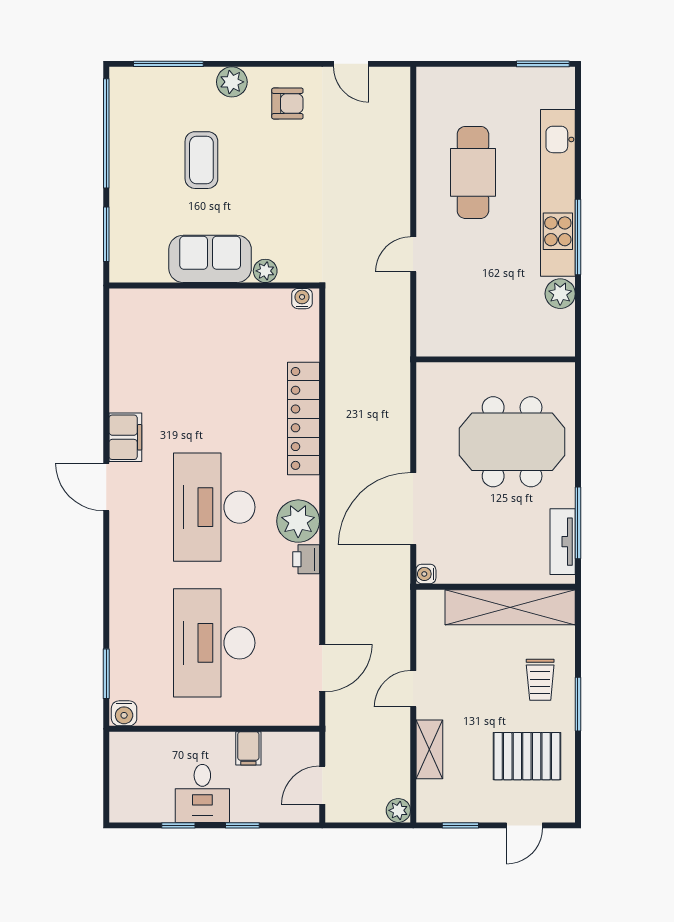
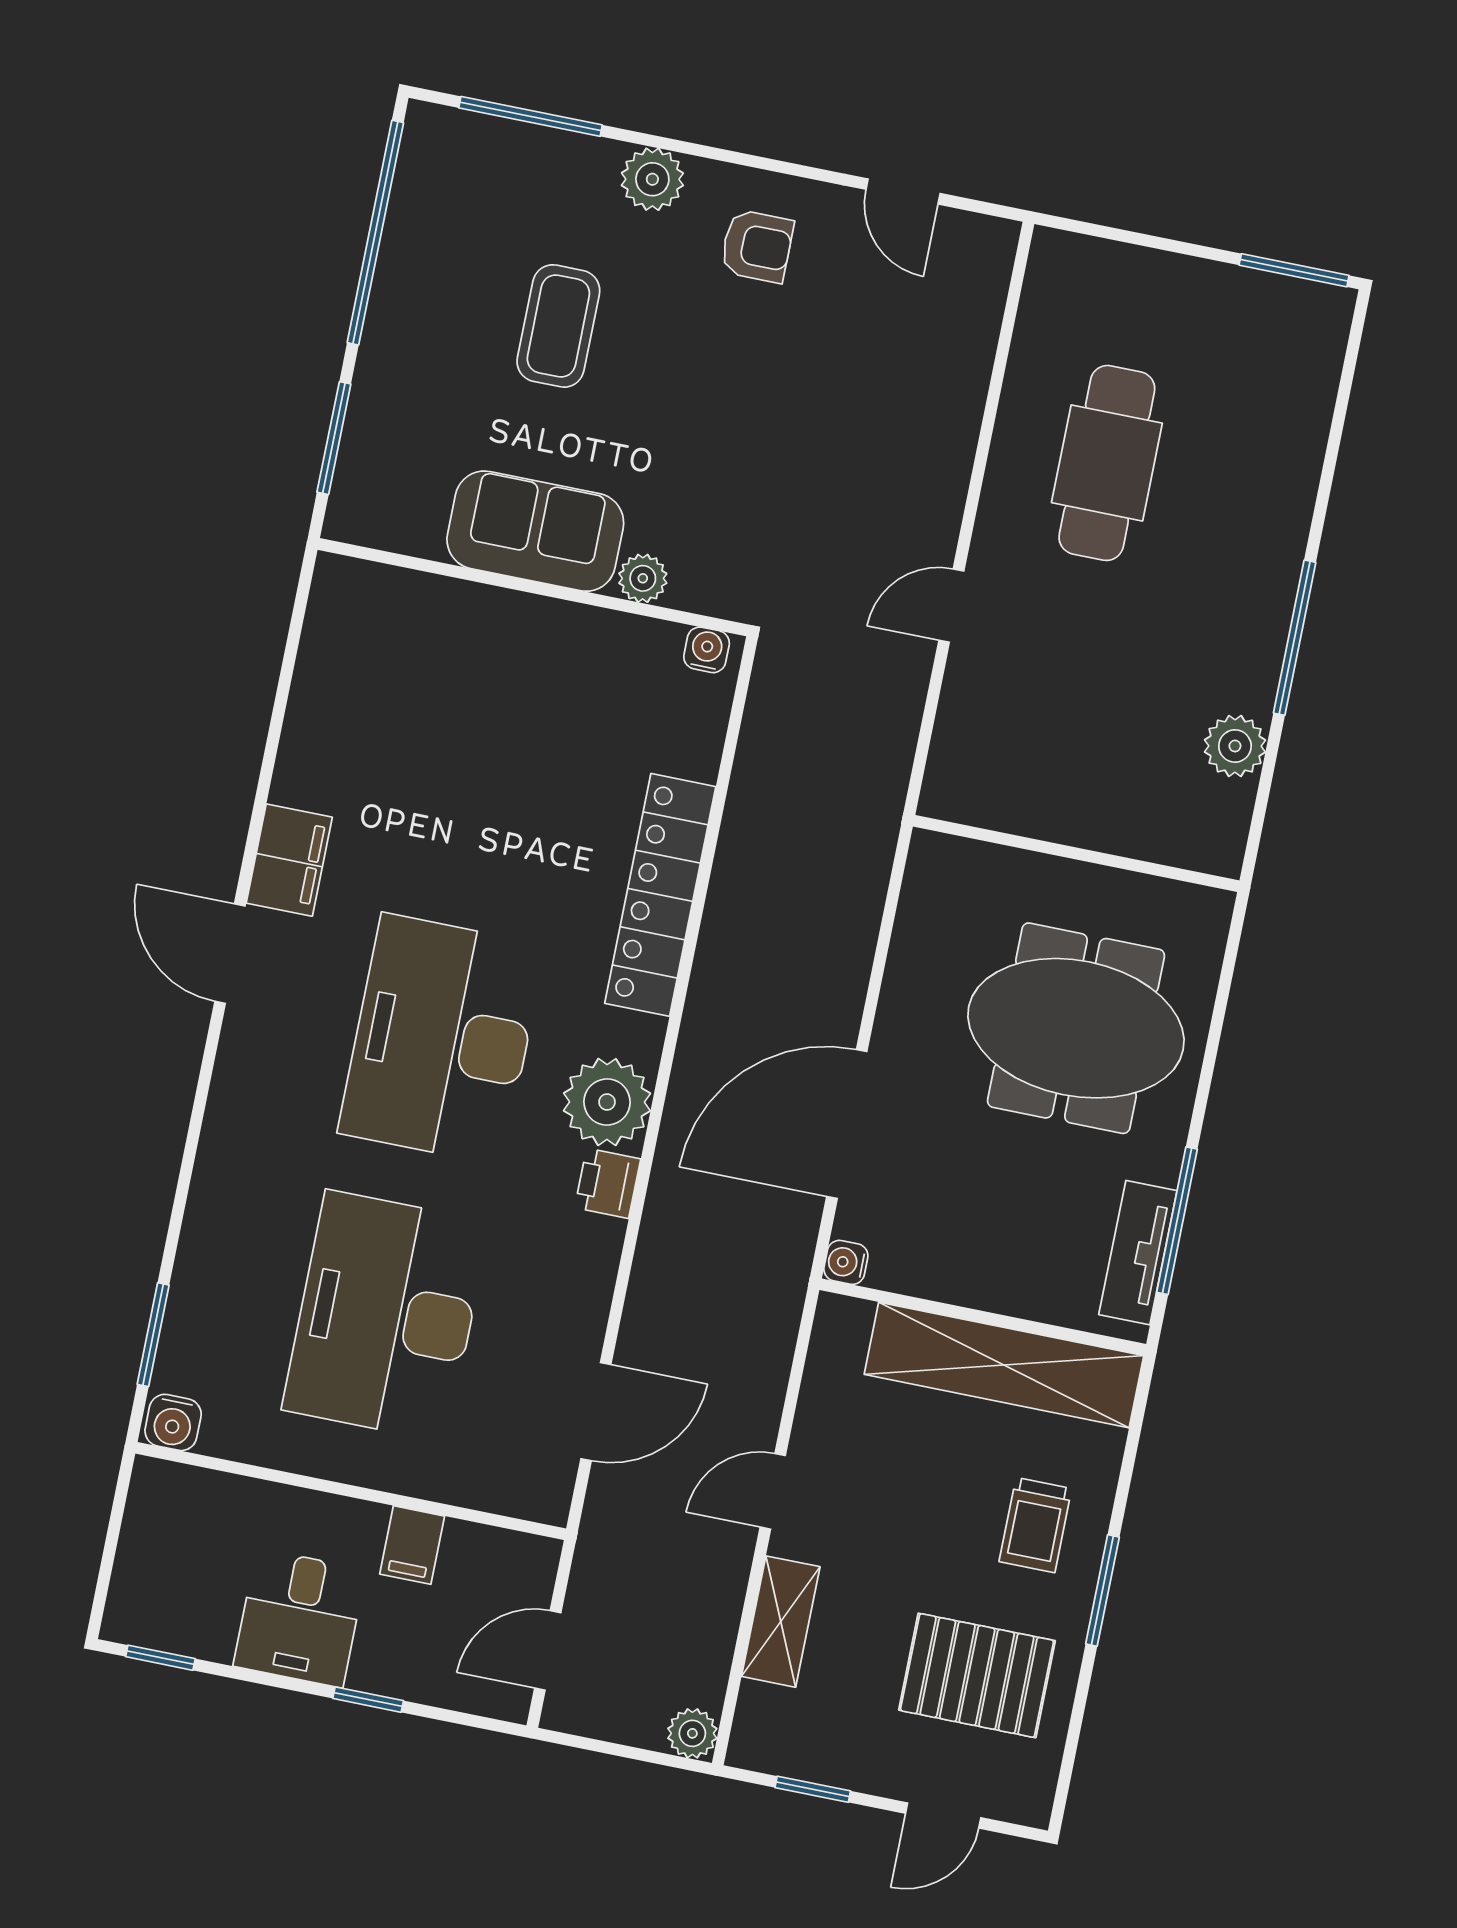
kitchen unit: (558, 193) -> (1272, 540), removed
window: (178, 825) -> (160, 1658), moved

